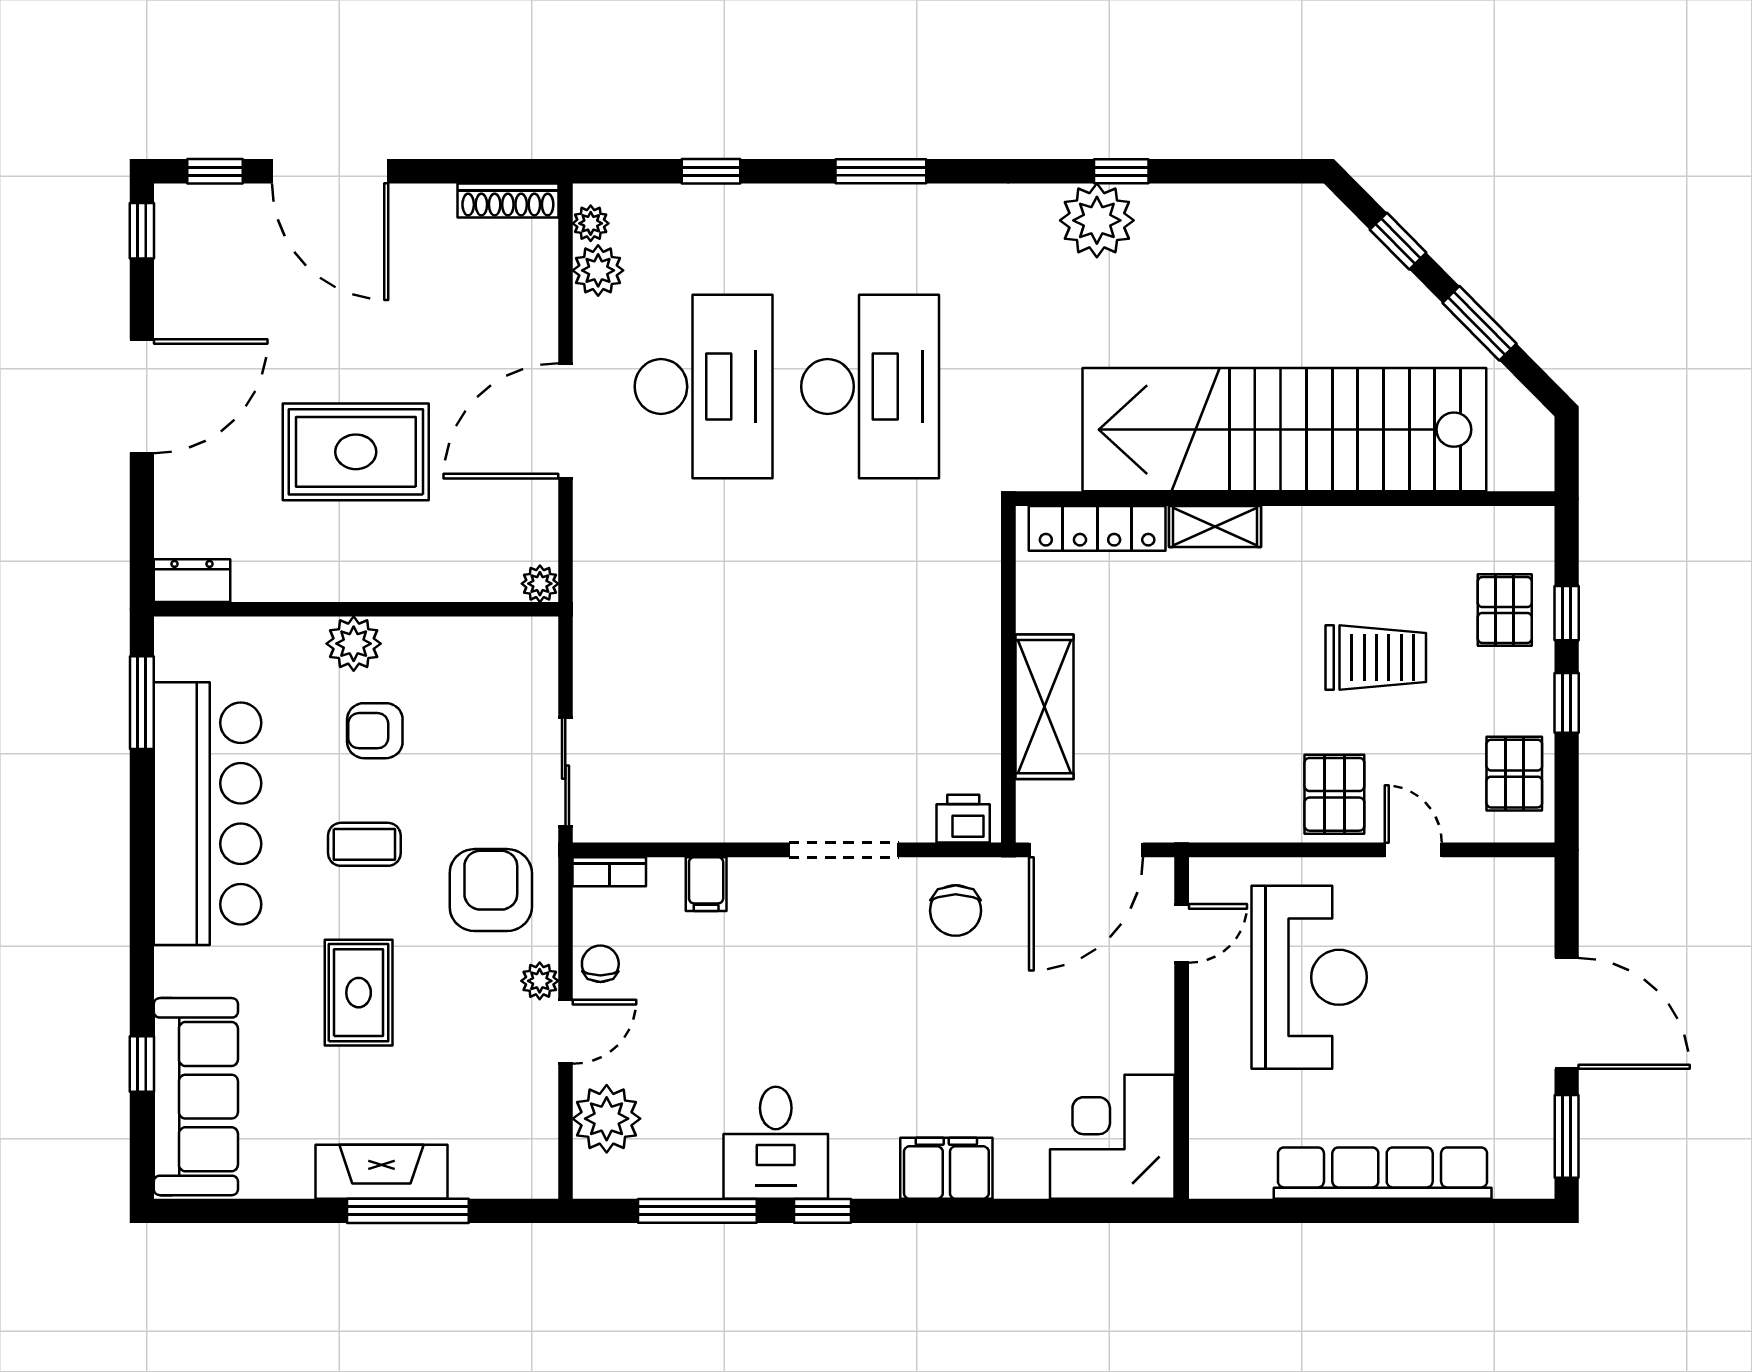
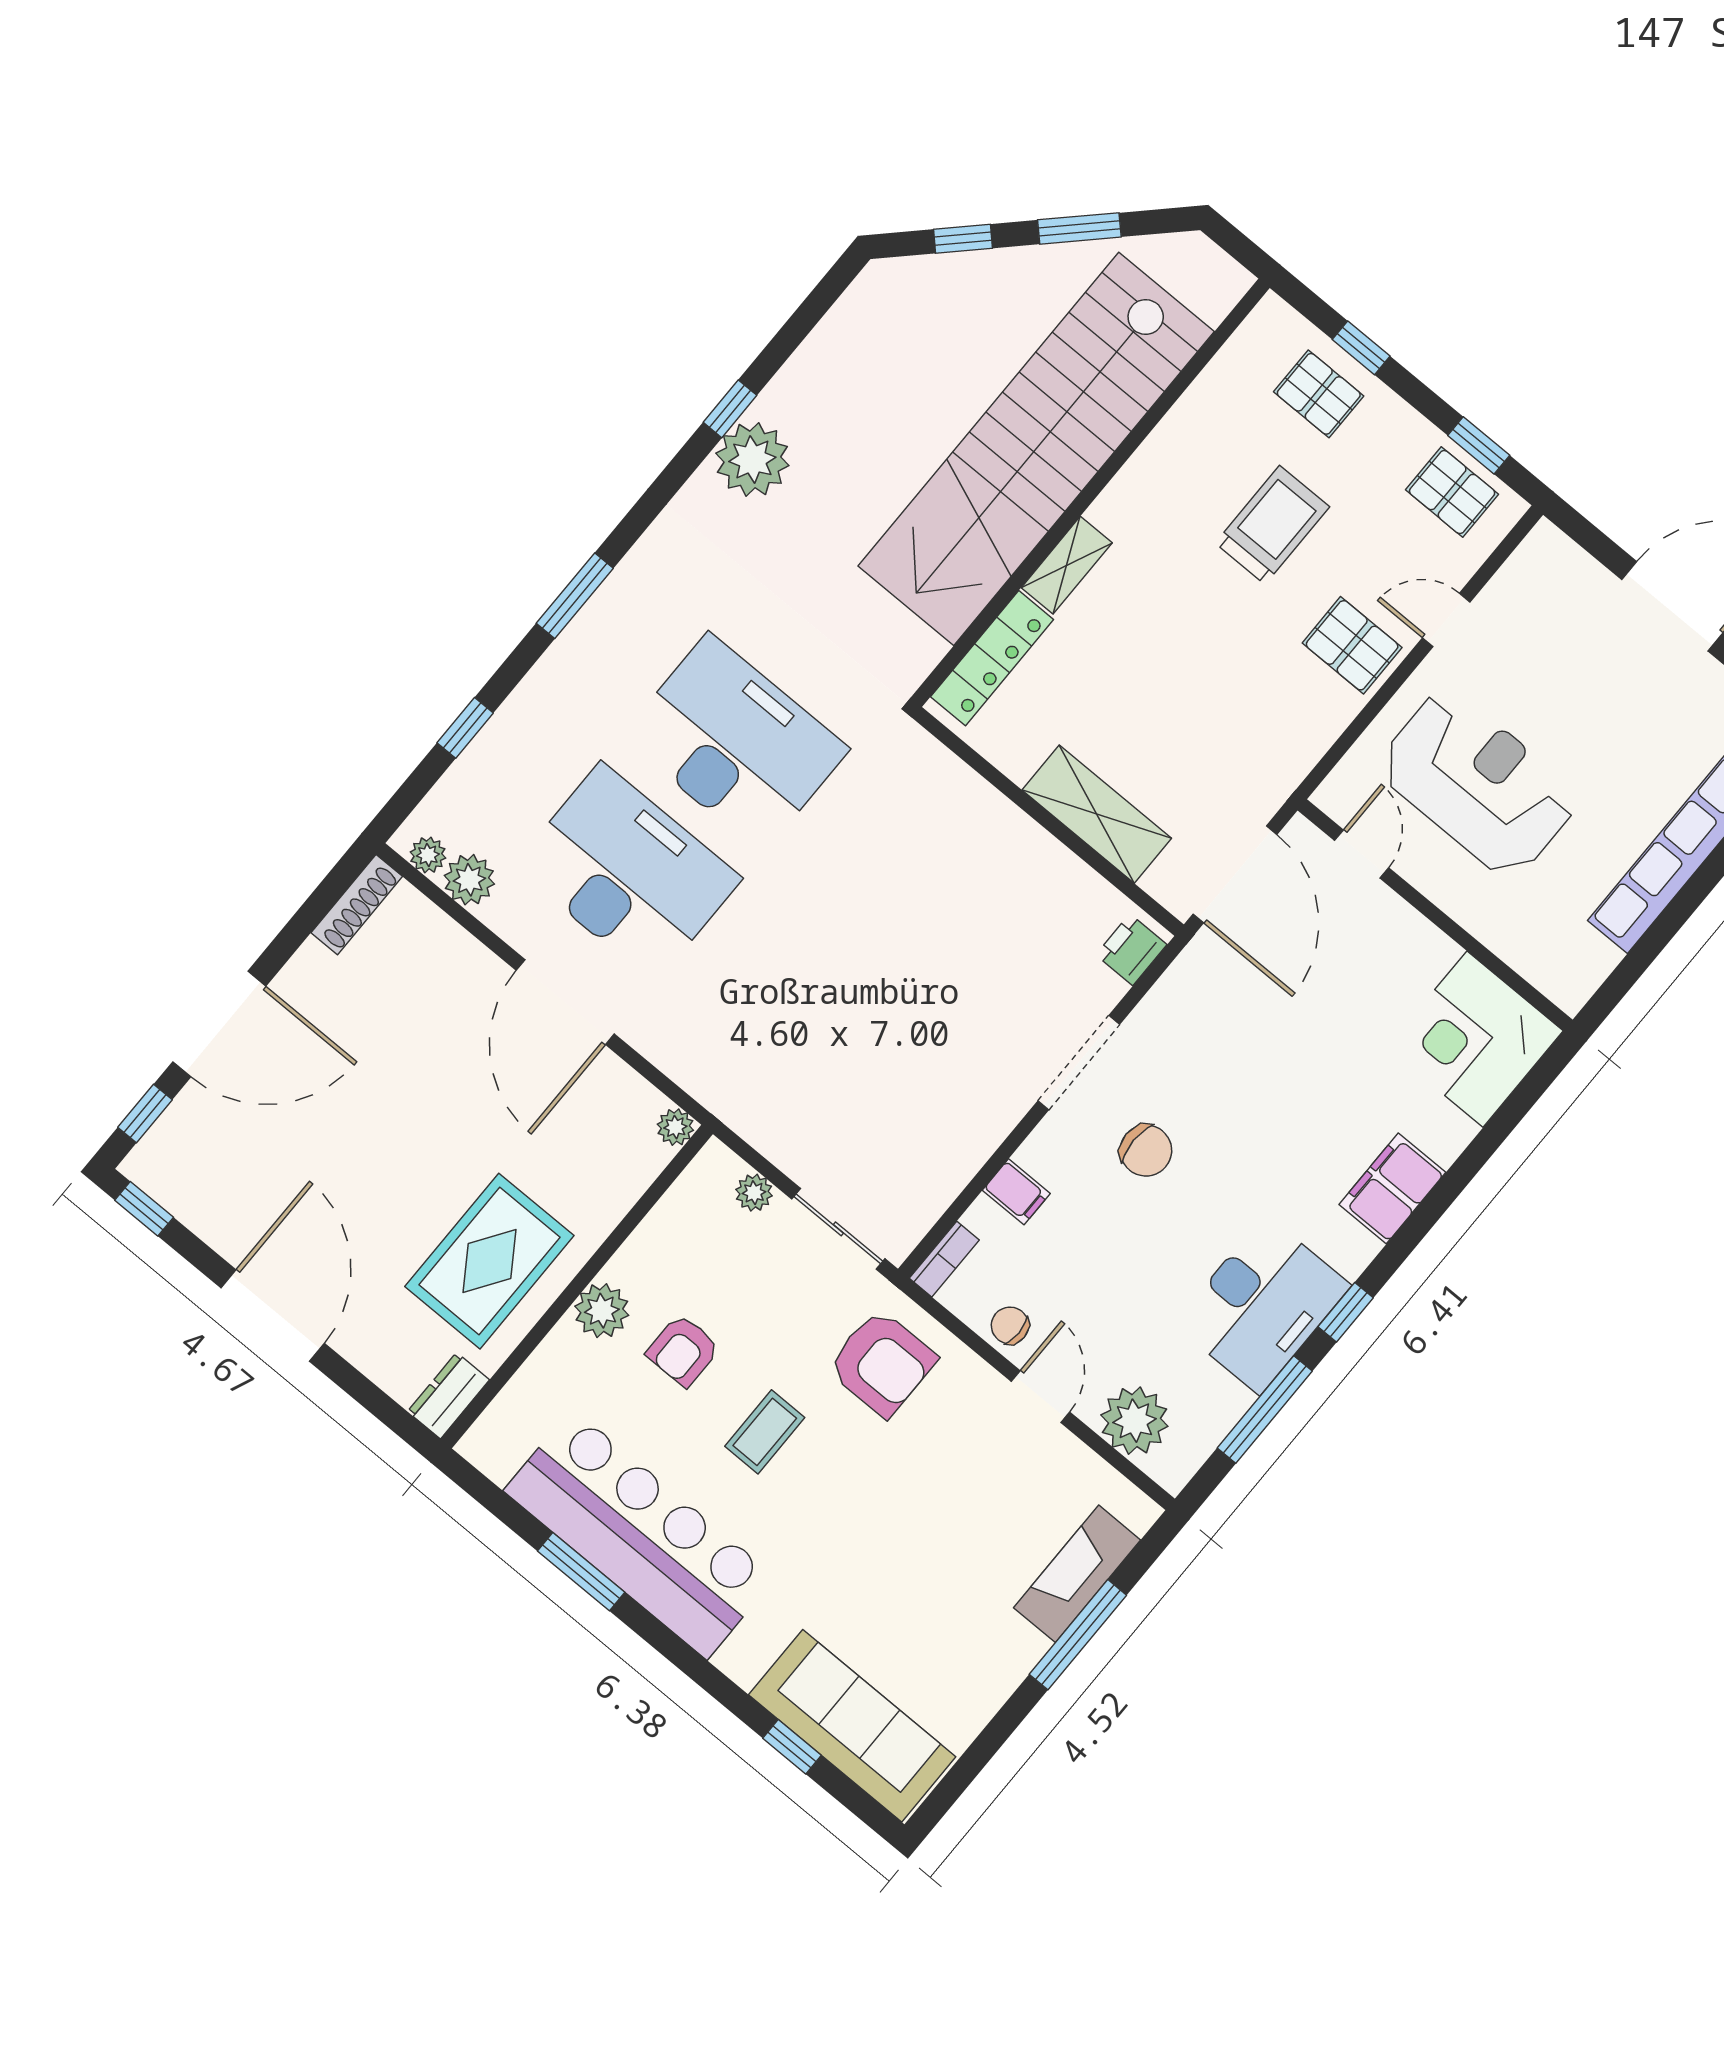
rug: (356, 452) -> (489, 1261), moved
window: (142, 703) -> (581, 1572), moved
window: (1567, 703) -> (1479, 445), moved
armchair: (491, 890) -> (882, 1363), turned 180
chair: (956, 911) -> (1146, 1151), moved
plant: (540, 981) -> (754, 1193), moved
rug: (359, 993) -> (876, 1532), removed
desk: (776, 1143) -> (1262, 1305), width x1.37
fireplace: (381, 1172) -> (1077, 1574), moved

